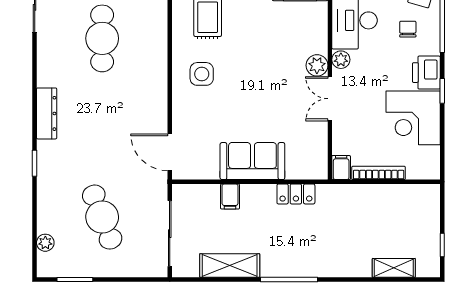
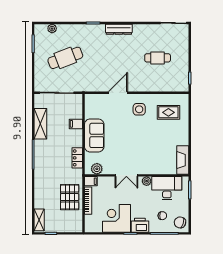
cafe table: (102, 38) -> (158, 58), width x0.73, depth x0.74
plant: (317, 65) -> (97, 169), moved
double door: (330, 99) -> (126, 175), swing flipped
door: (170, 152) -> (118, 93), moved
pallet: (372, 209) -> (70, 197), added
shelving: (394, 268) -> (39, 220), moved

